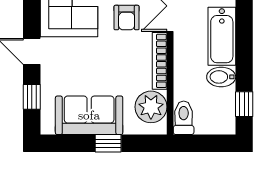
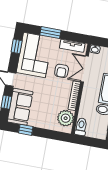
sofa: (89, 115) -> (20, 107), moved, turned 90
window: (108, 143) -> (26, 130), moved

